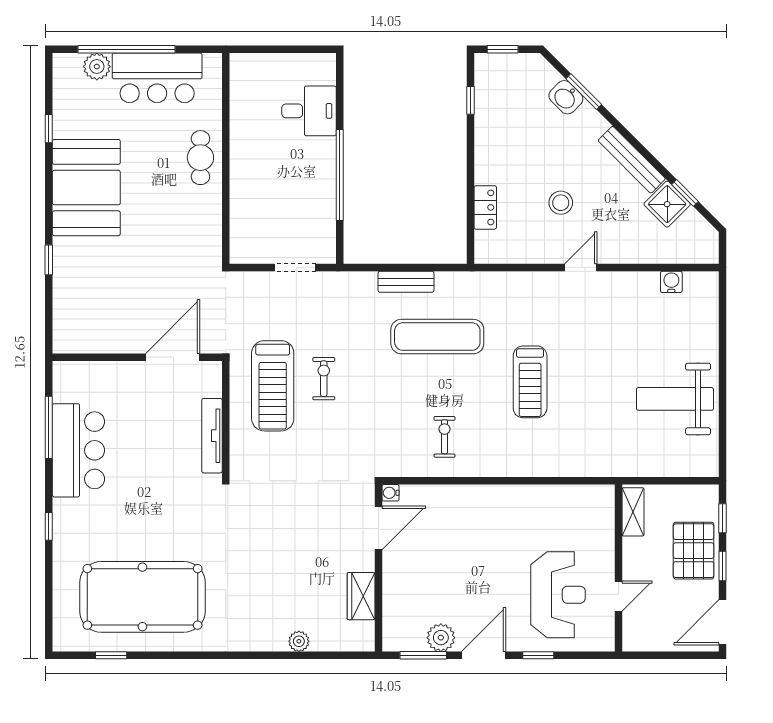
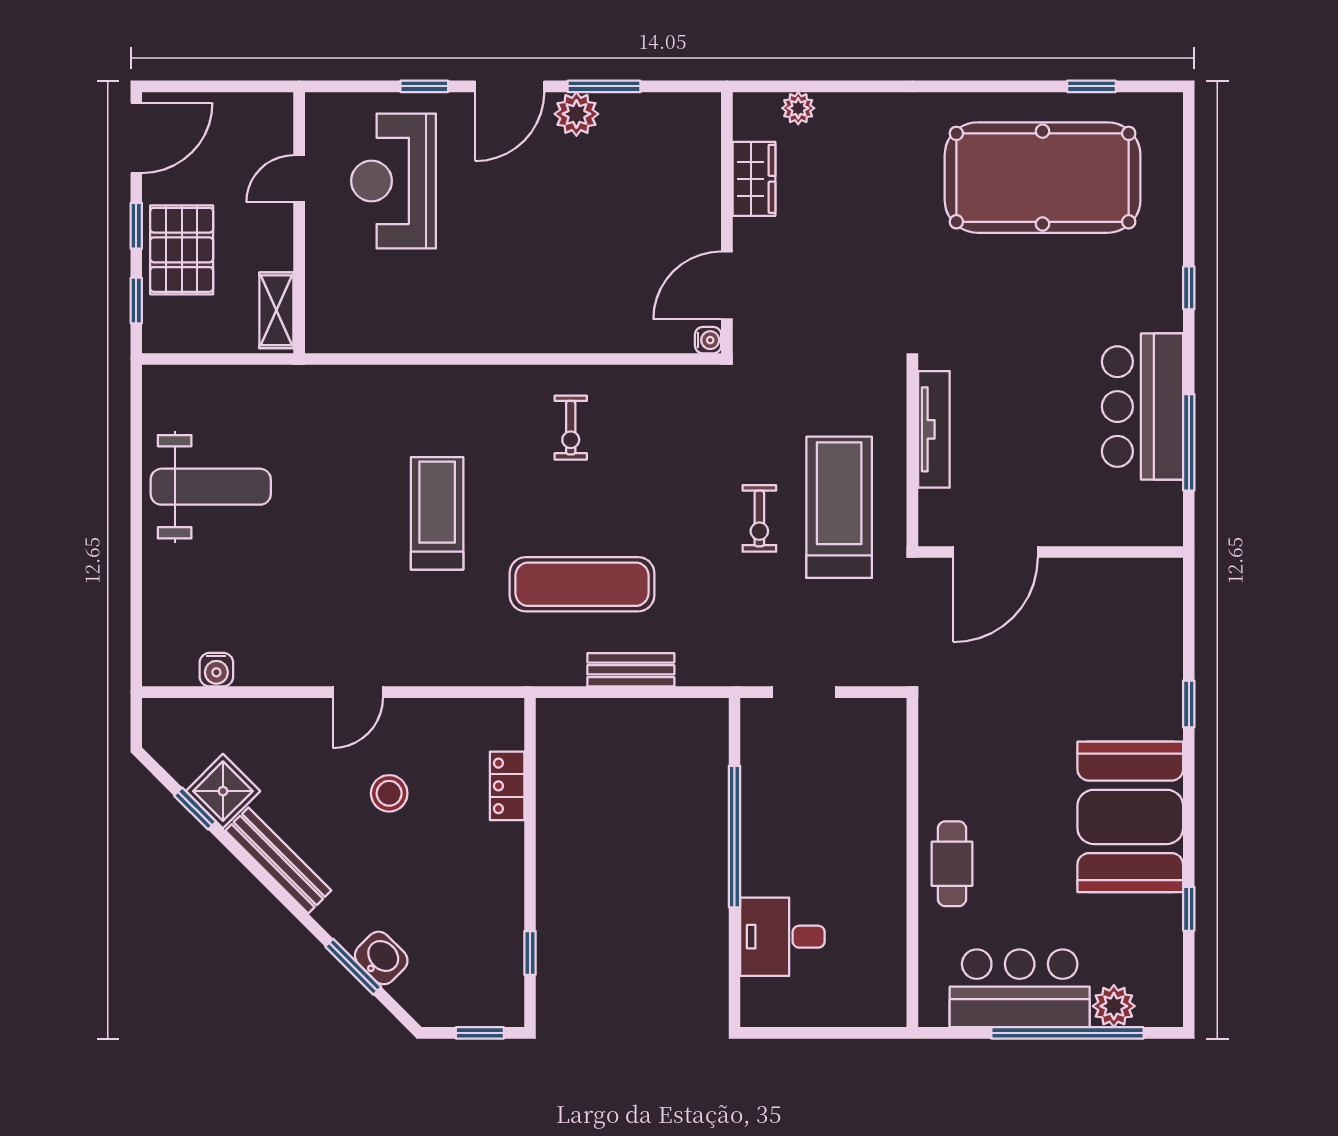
water cooler: (390, 493) -> (708, 340), moved
door: (378, 528) -> (727, 285), moved
wall: (378, 568) -> (727, 223), moved
wardrobe: (361, 596) -> (754, 179), moved

